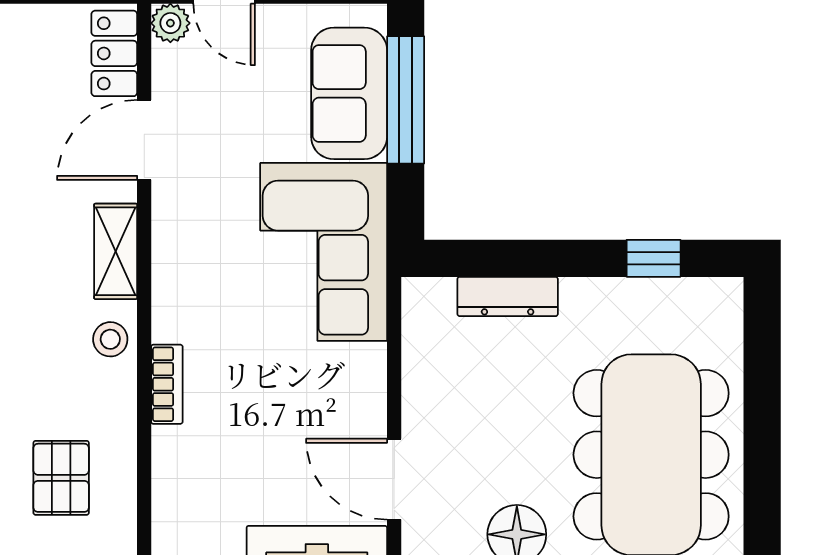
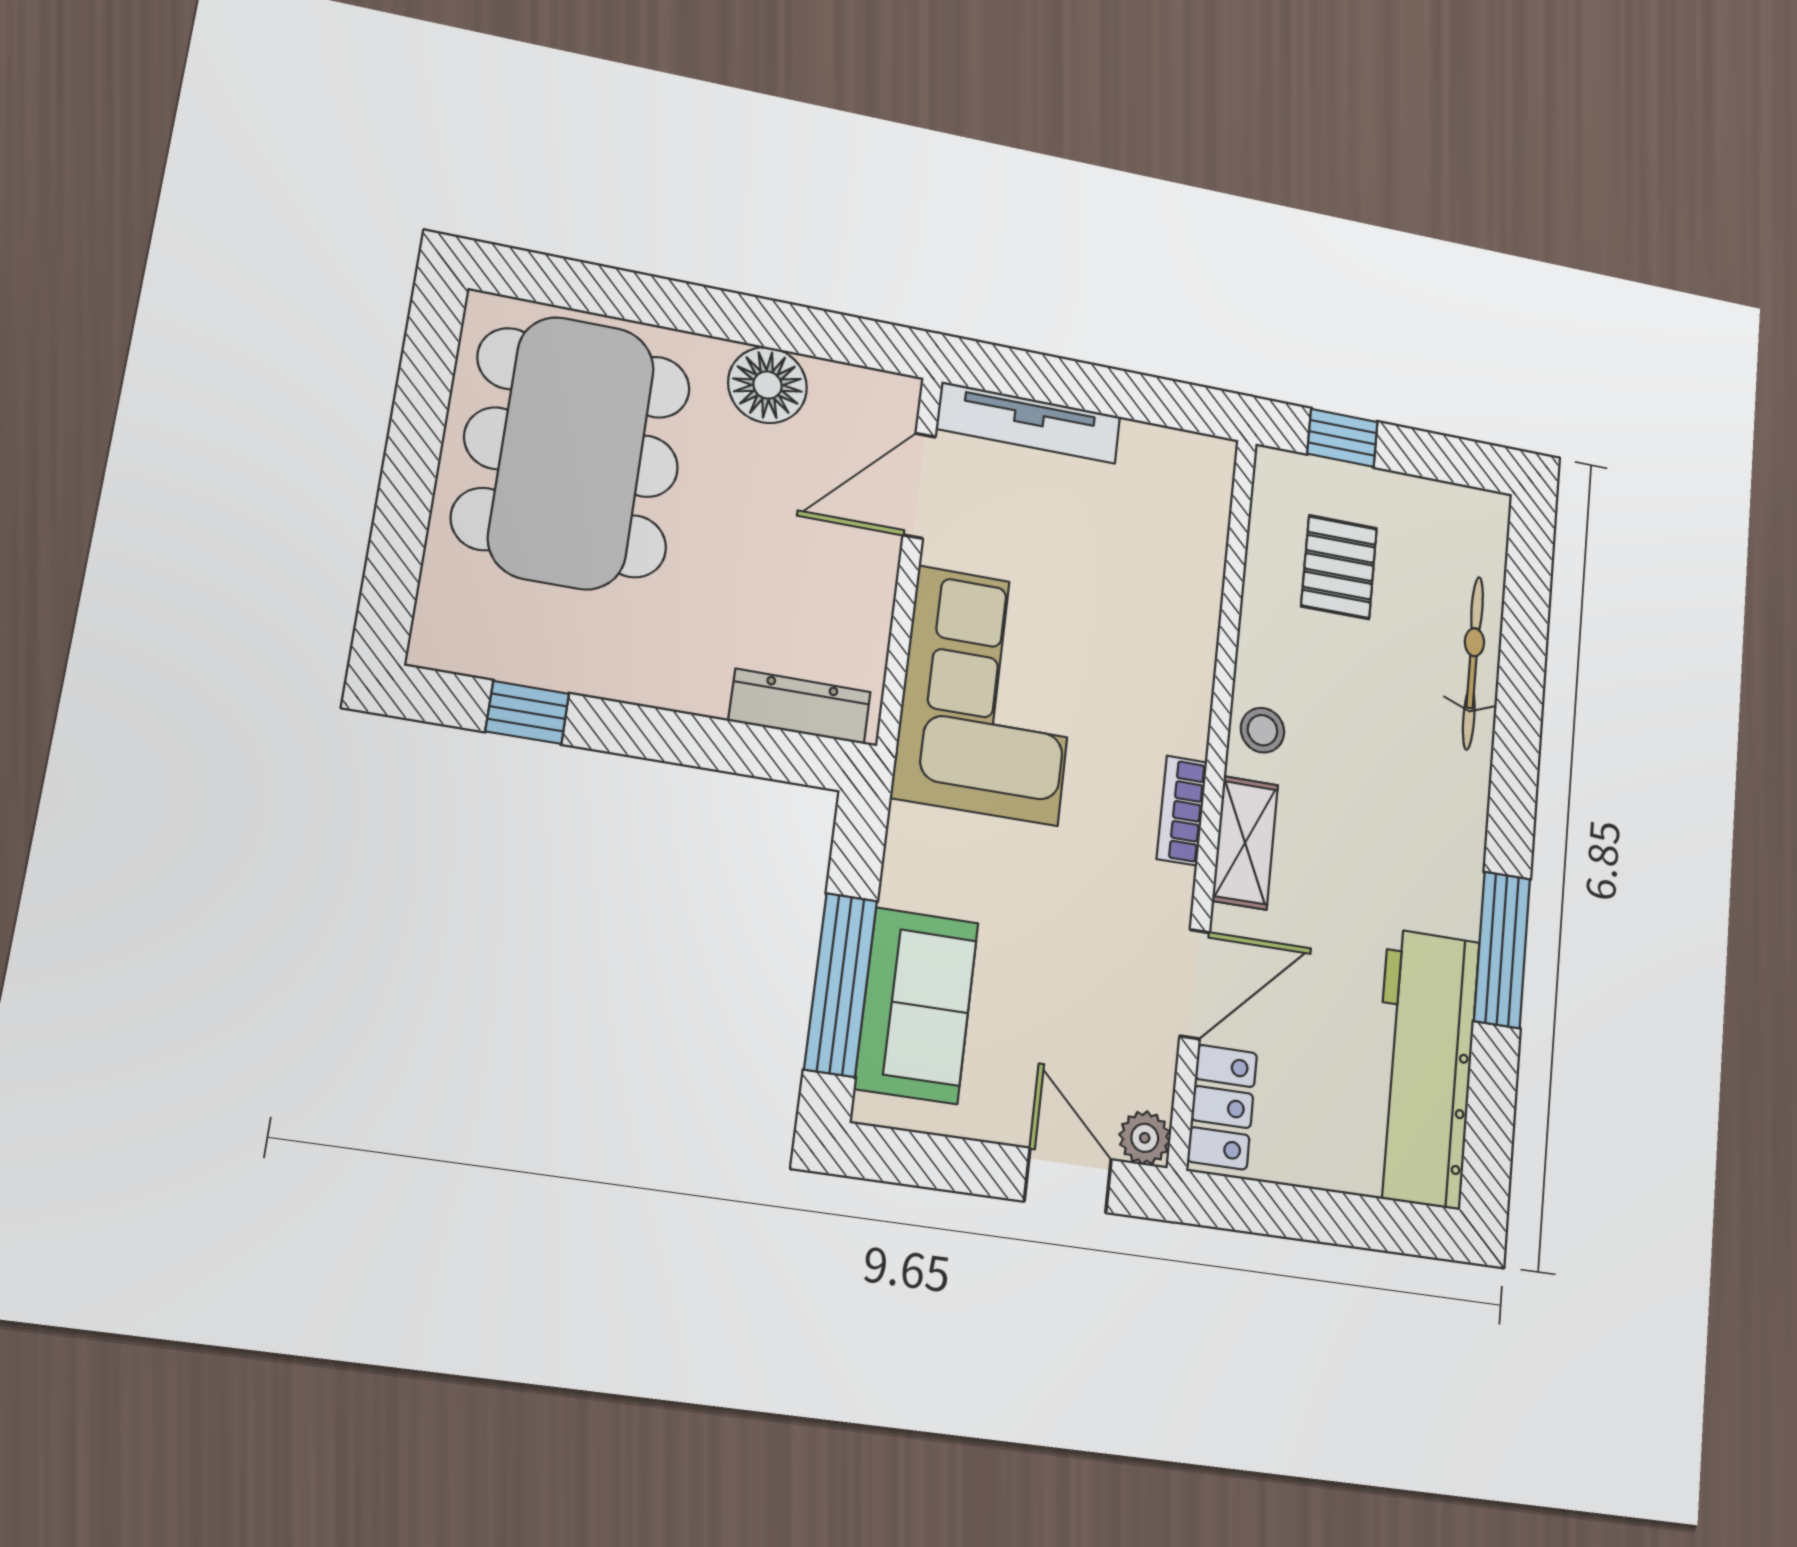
corner sofa: (324, 252) -> (988, 695), moved
dresser: (508, 296) -> (800, 706), moved
bookcase: (167, 384) -> (1182, 810), moved
door: (394, 479) -> (919, 486), swing flipped

